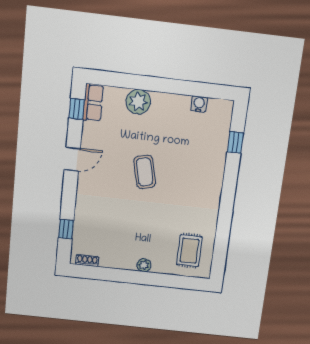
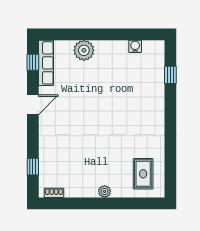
row of seats: (93, 103) -> (46, 63), width x1.48
coffee table: (145, 172) -> (96, 109), removed

